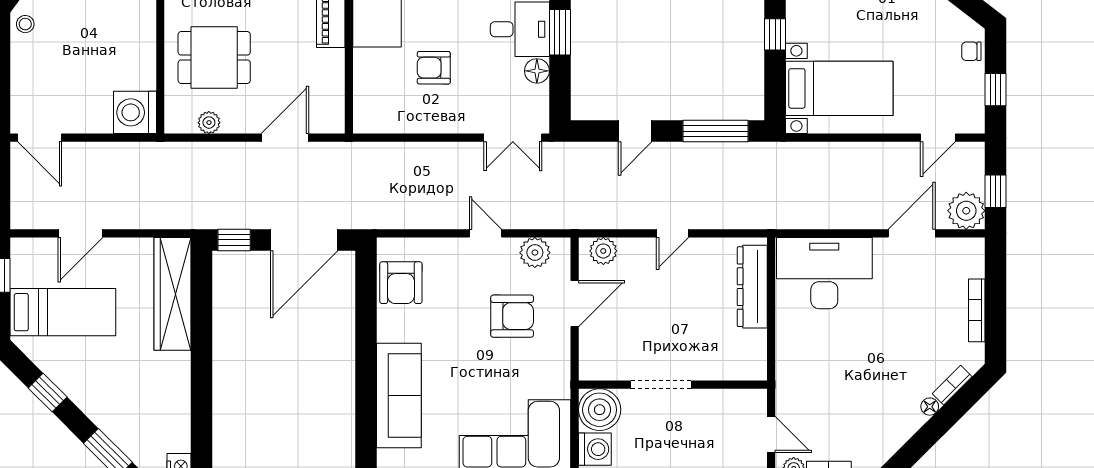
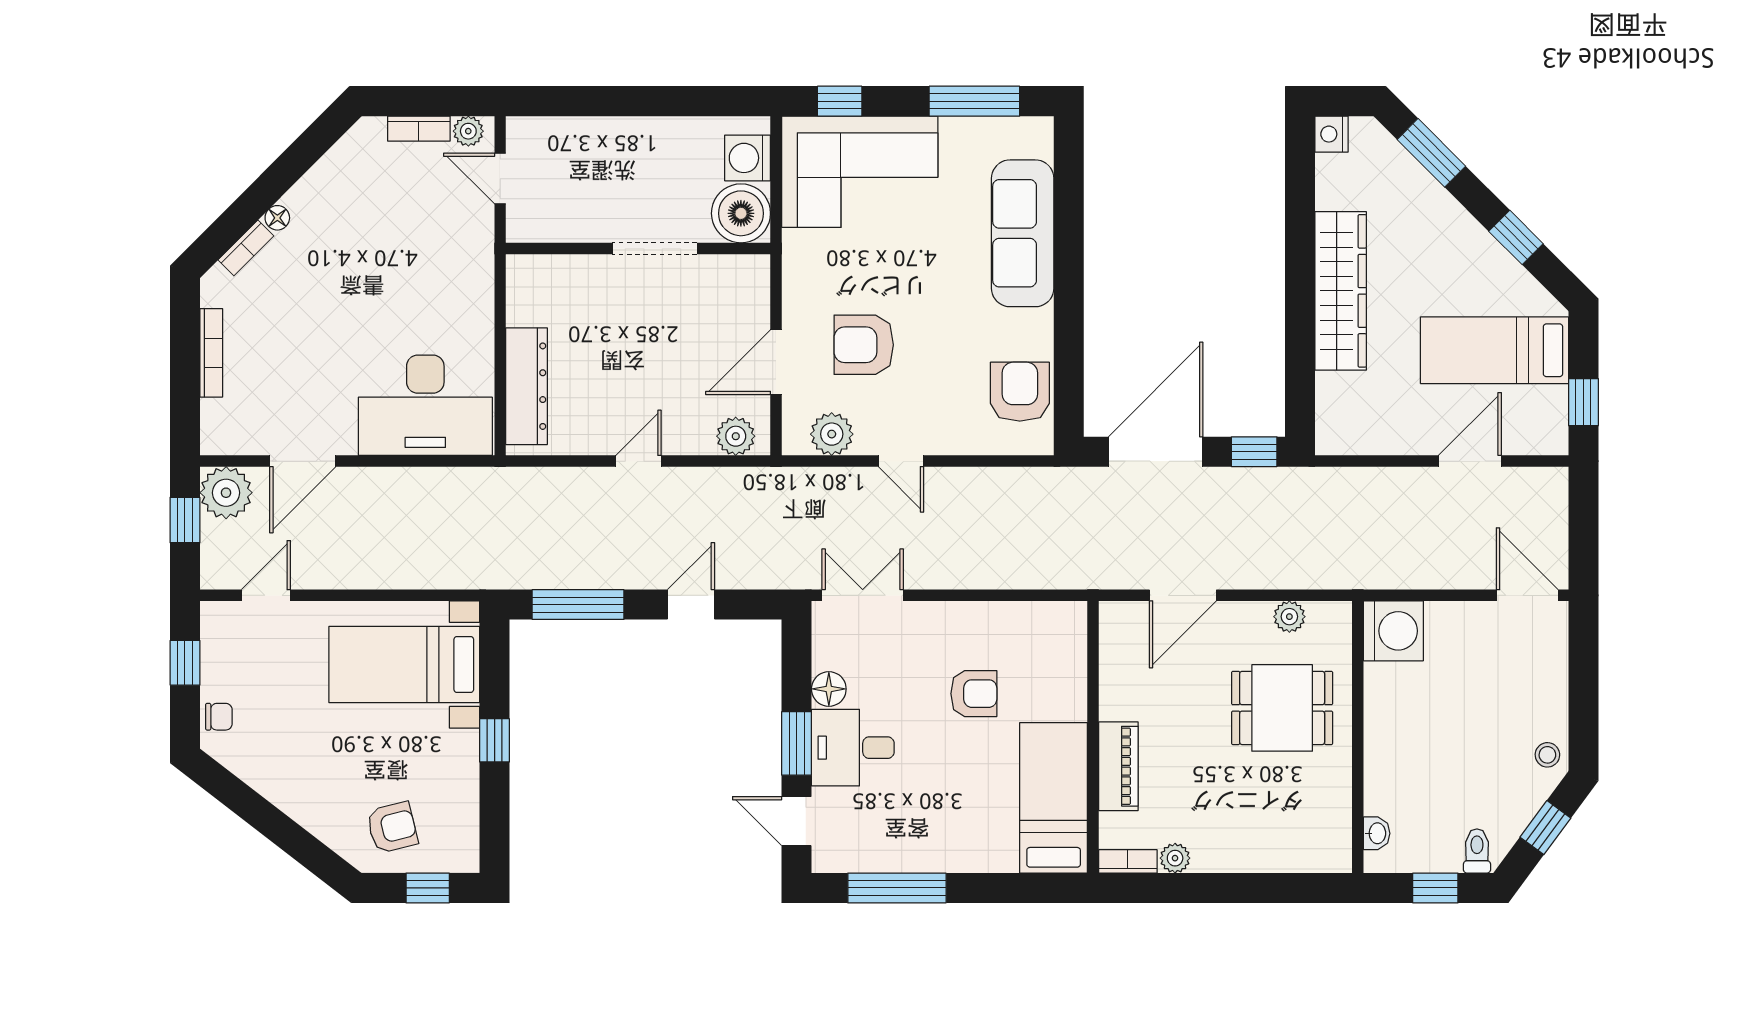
wardrobe: (173, 294) -> (1341, 291), moved

